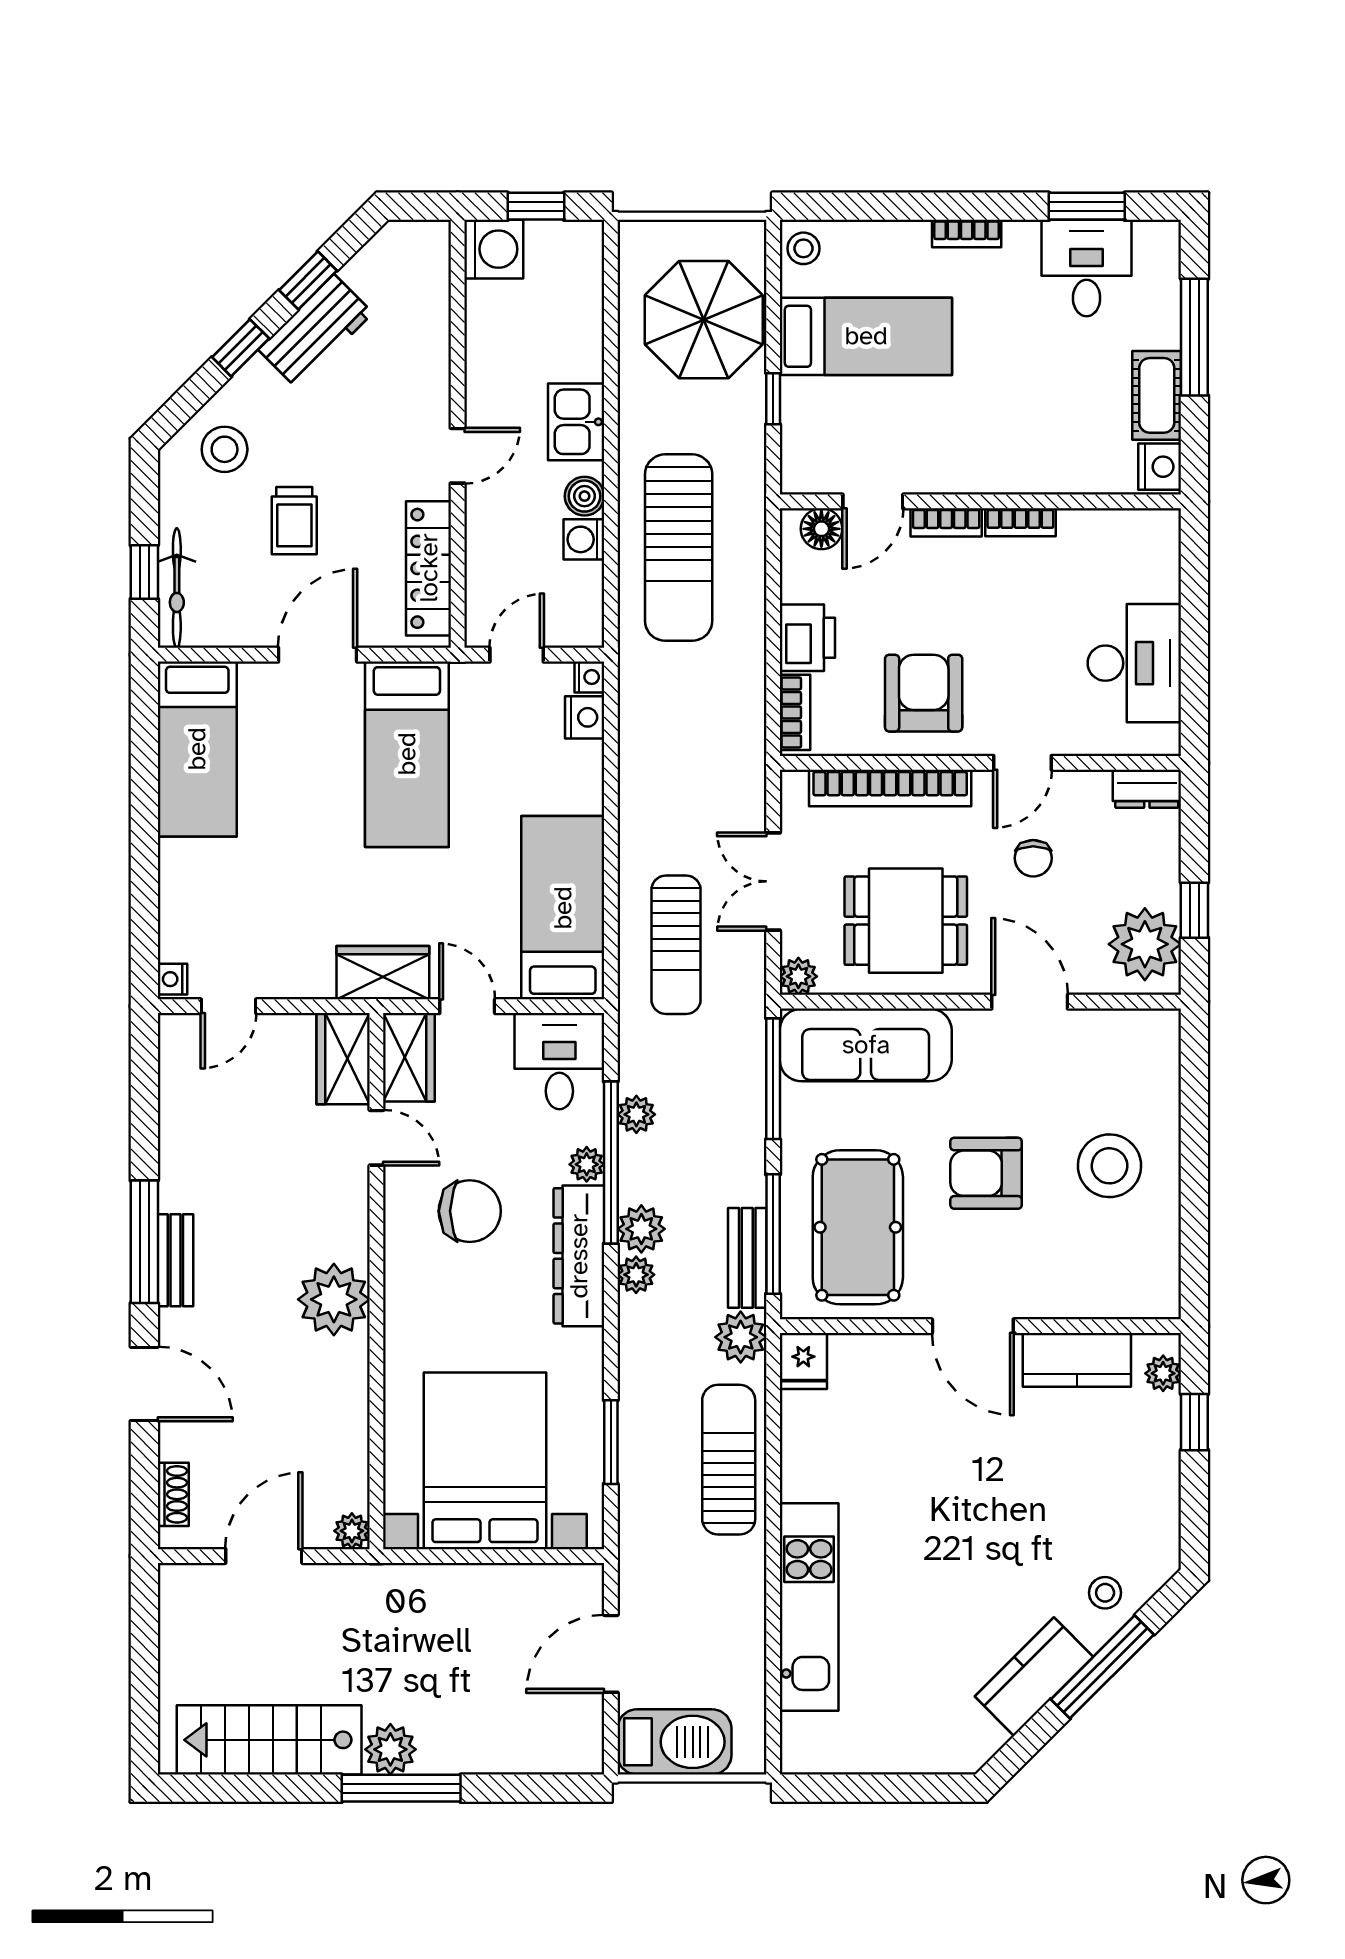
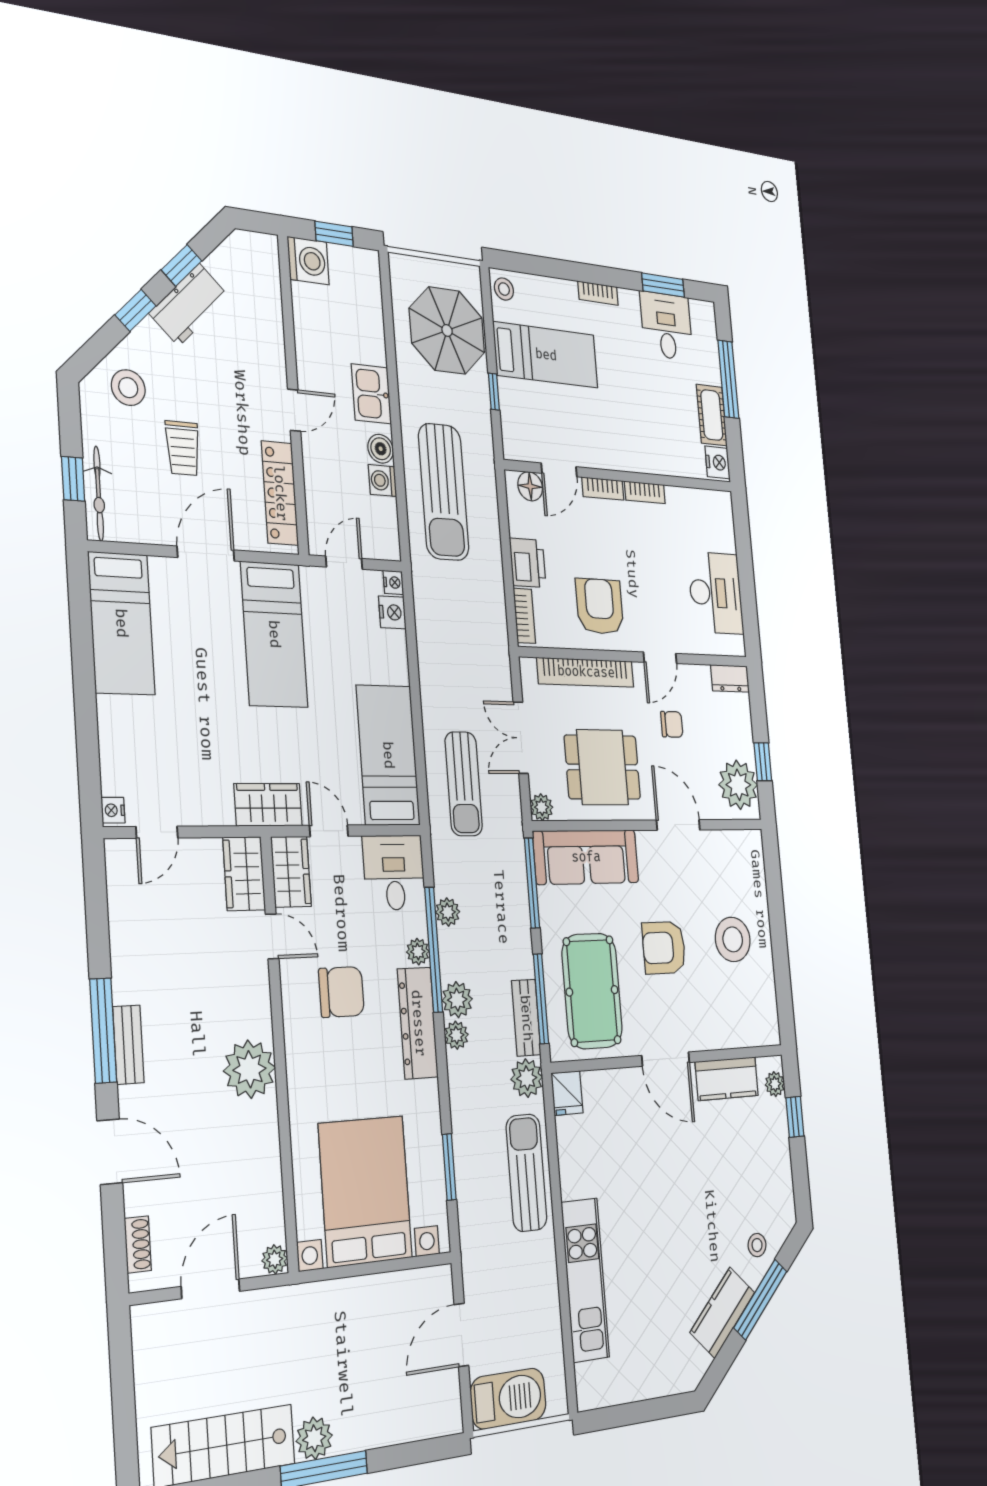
chair: (1033, 858) -> (672, 724), turned -90

